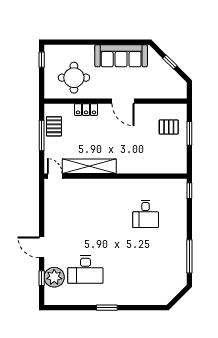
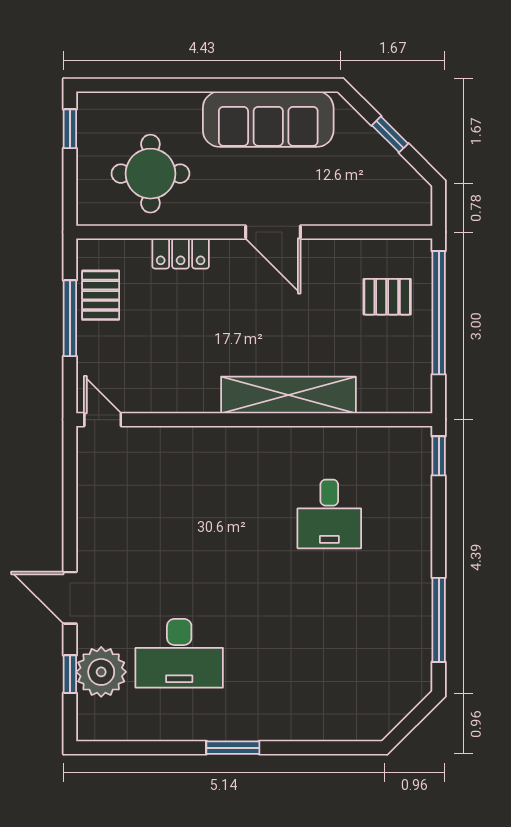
window: (189, 133) -> (439, 313), width x2.11
shelving: (89, 166) -> (288, 395), moved

